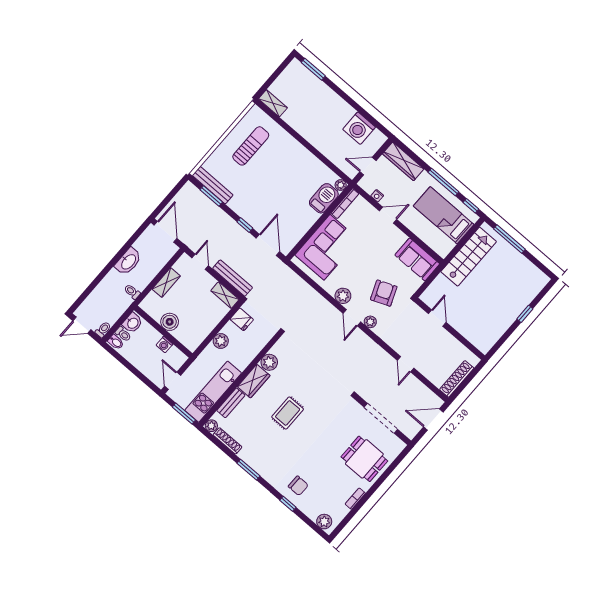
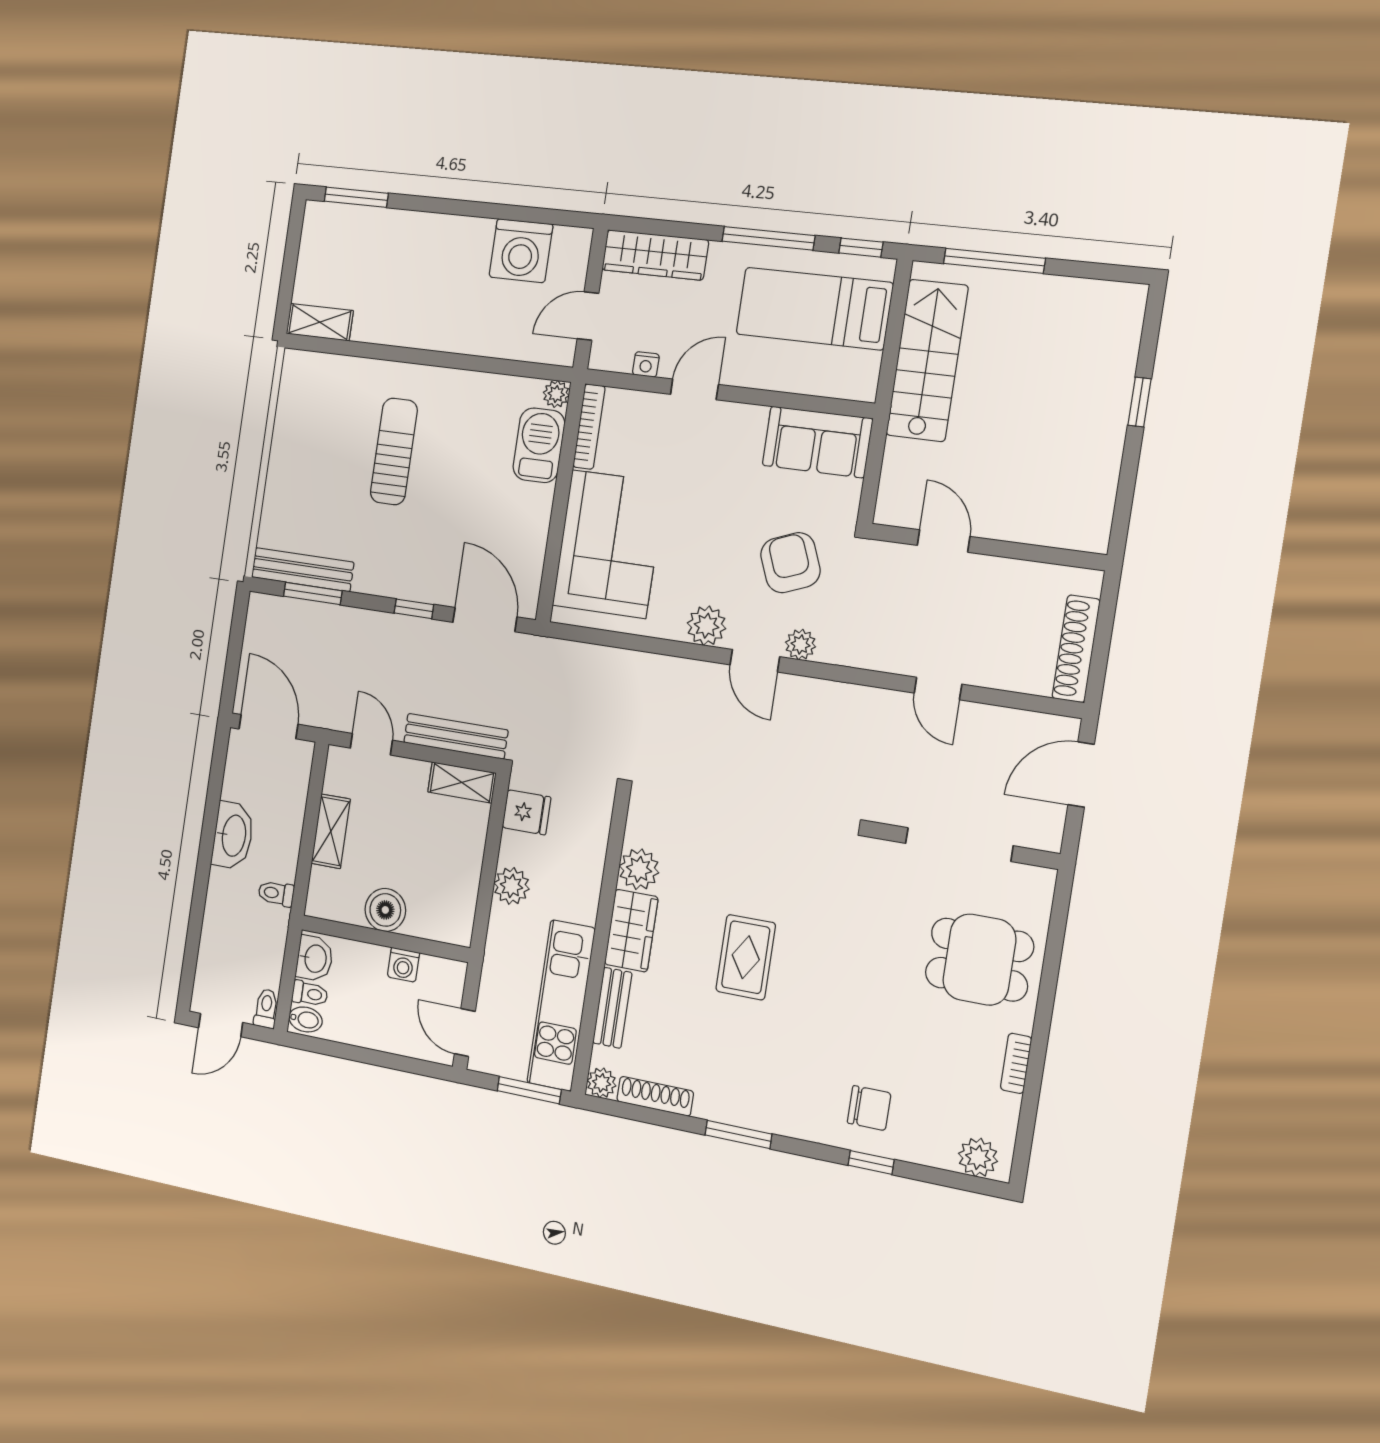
sun lounger: (251, 146) -> (394, 451), moved

